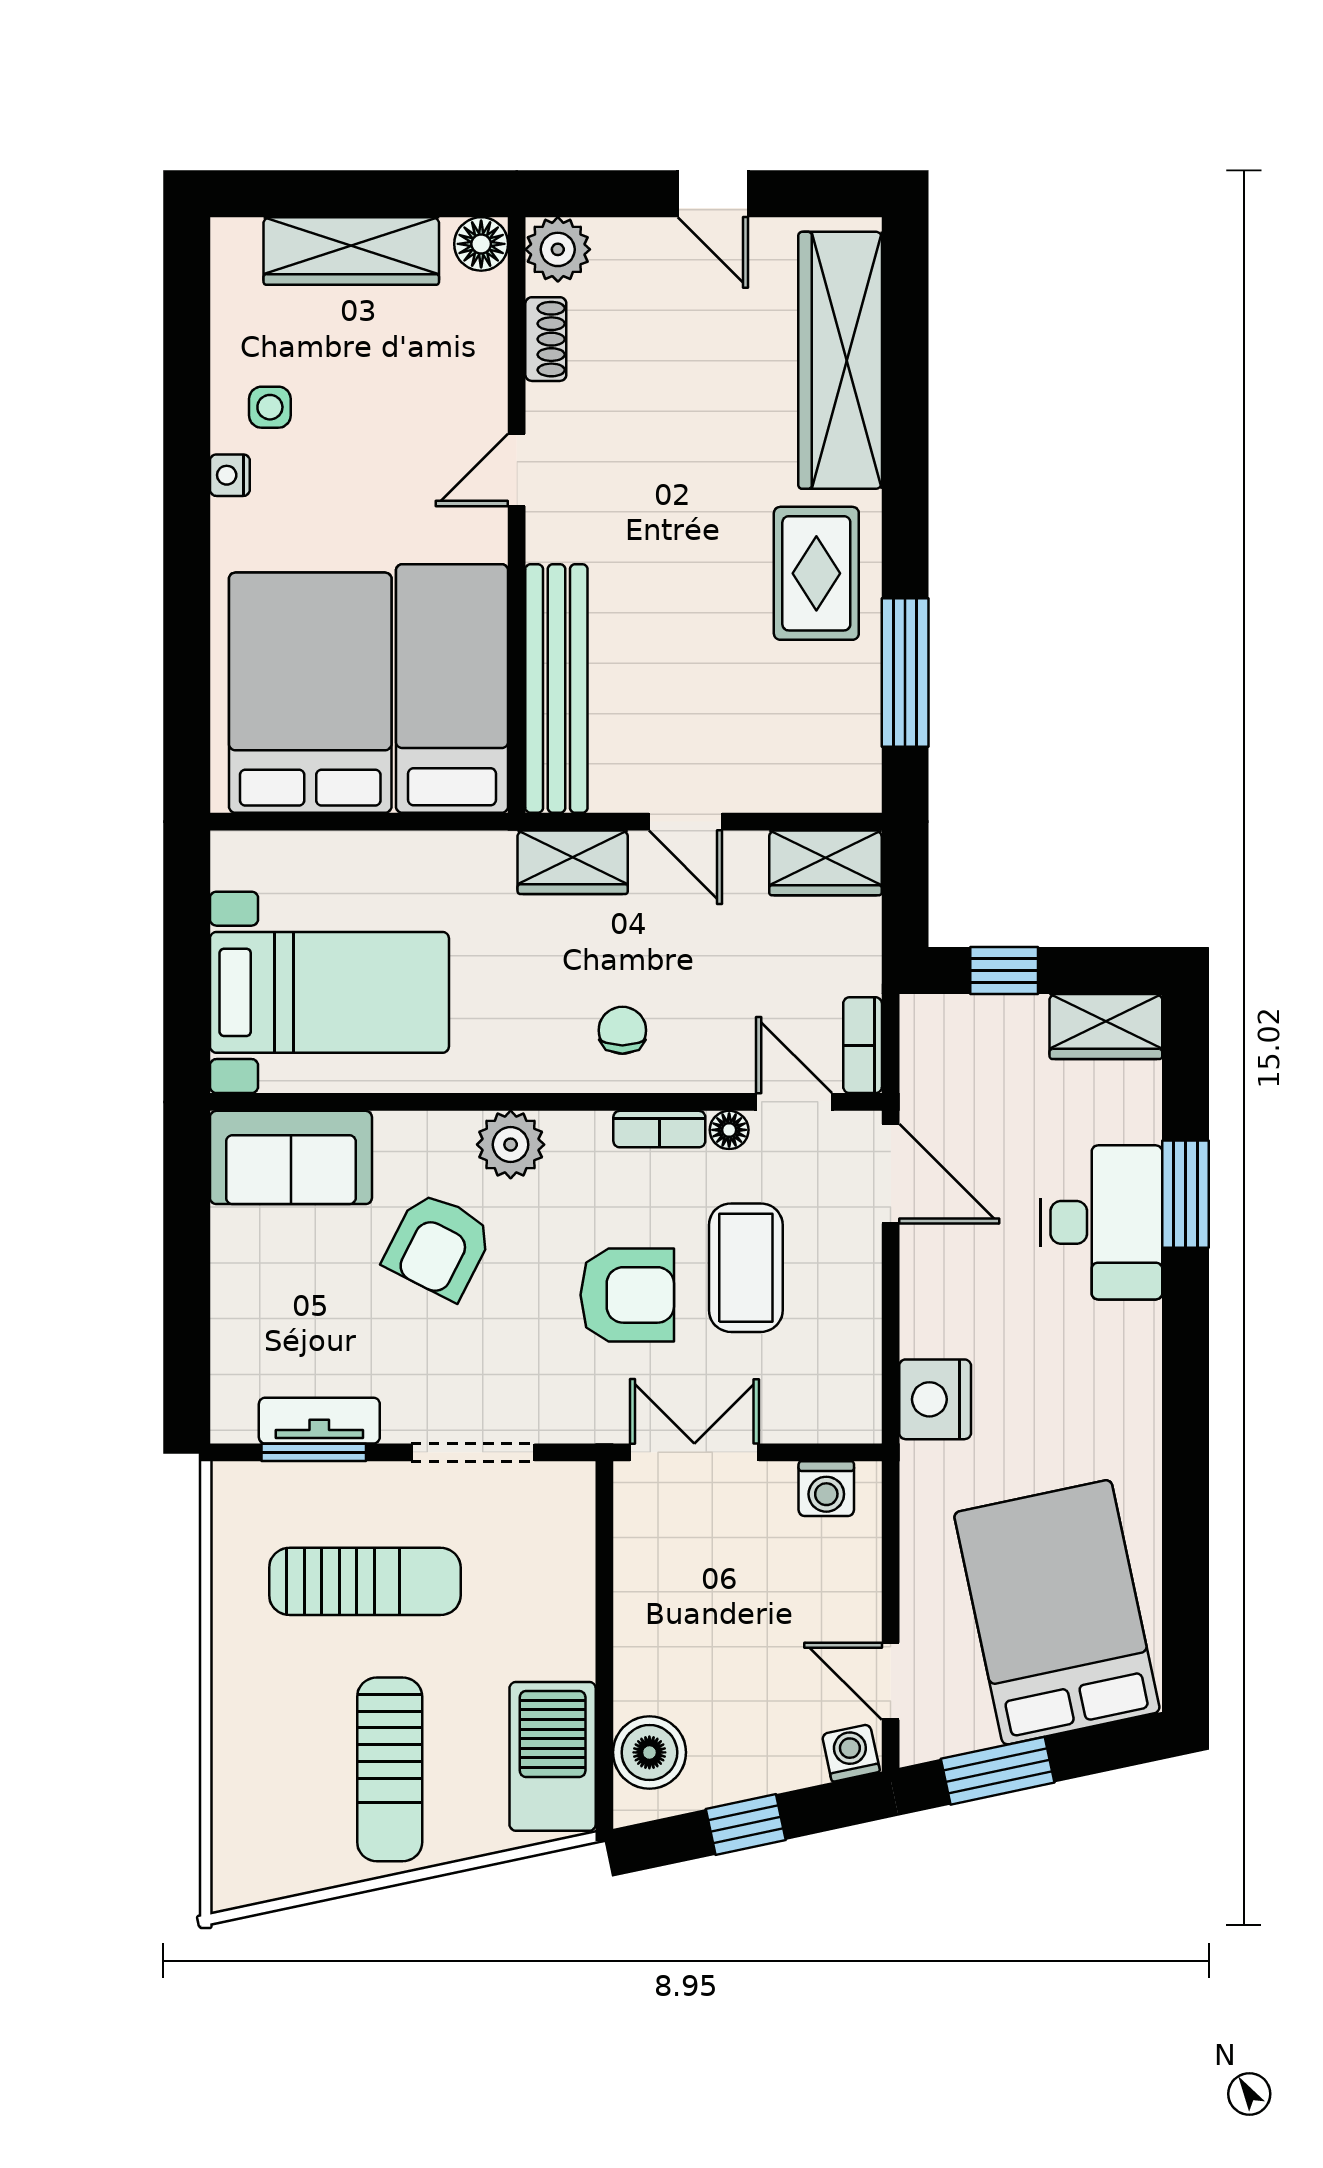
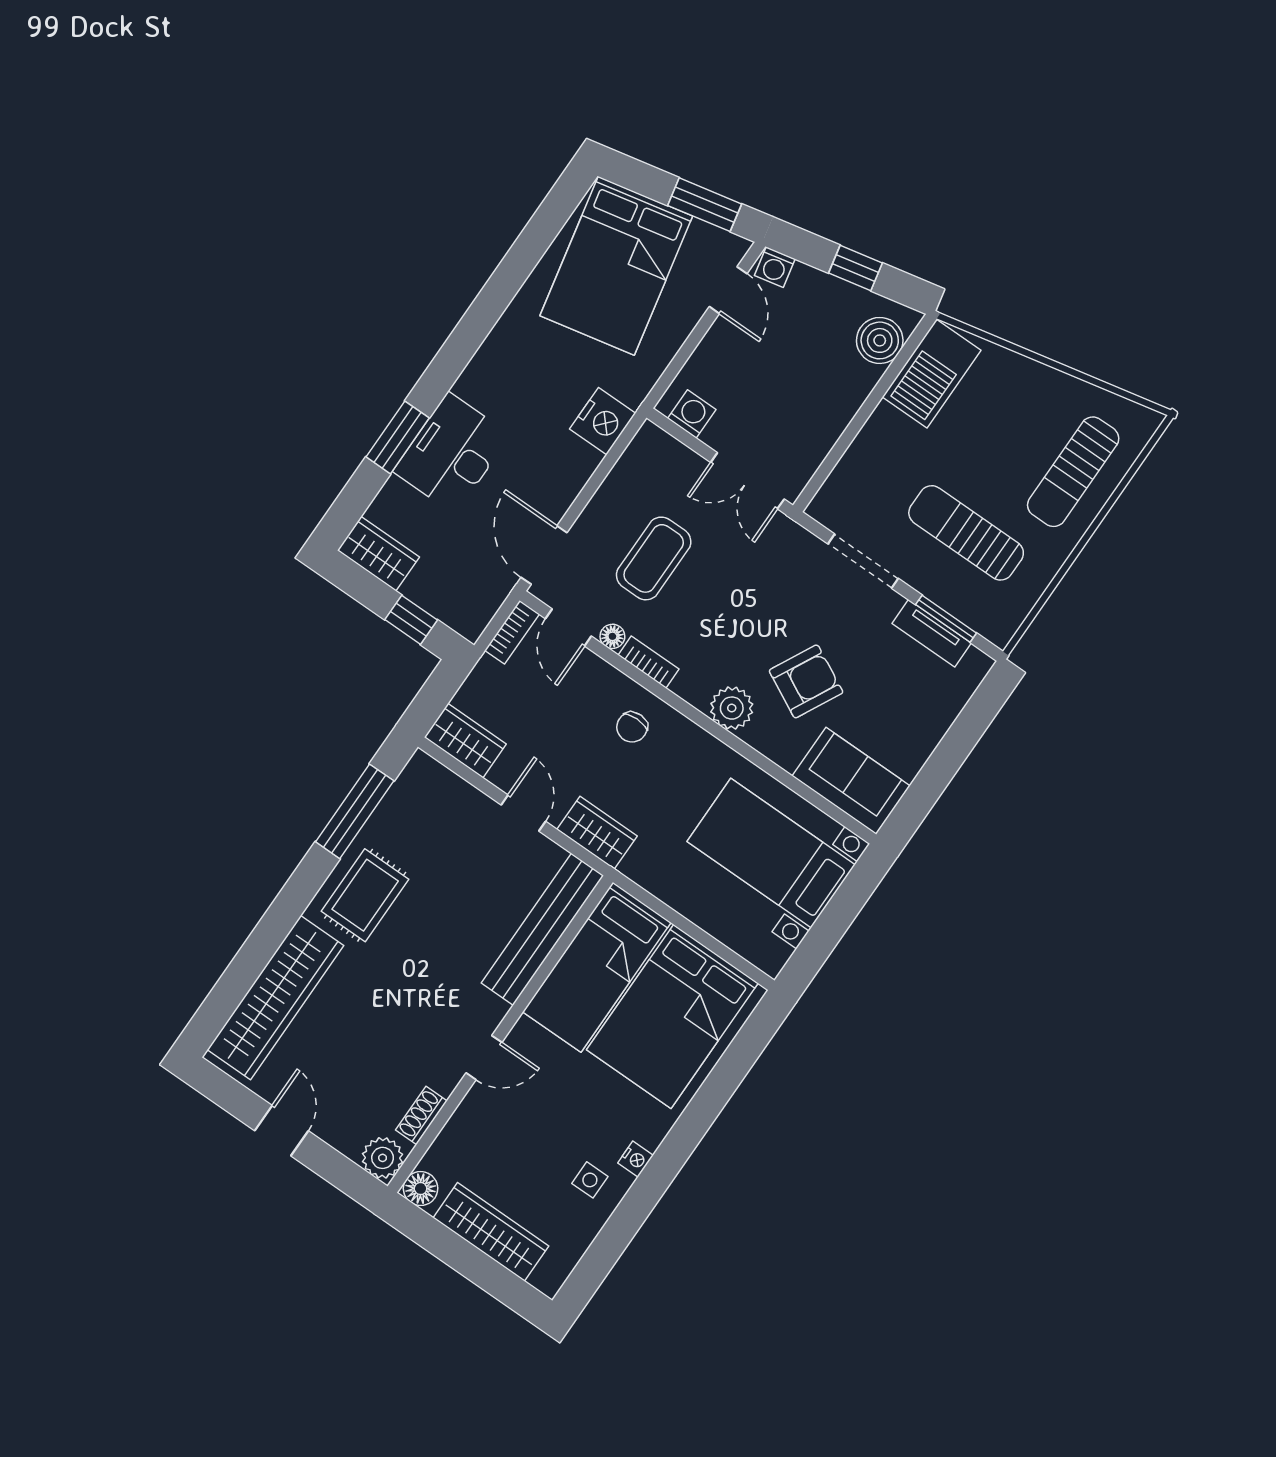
armchair: (627, 1295) -> (725, 587), removed
sun lounger: (390, 1769) -> (1073, 472), moved, turned 180

